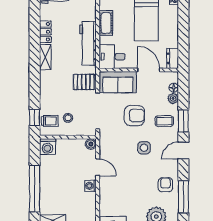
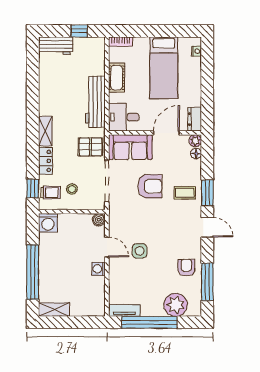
locker: (45, 32) -> (45, 161), moved
shelving: (45, 57) -> (45, 131), moved
door: (149, 70) -> (166, 133), hinge flipped
plant: (173, 98) -> (195, 141), moved
side table: (144, 148) -> (140, 251), moved
door: (183, 151) -> (207, 227), swing flipped

